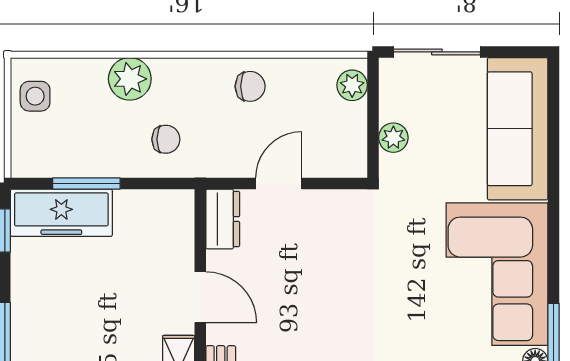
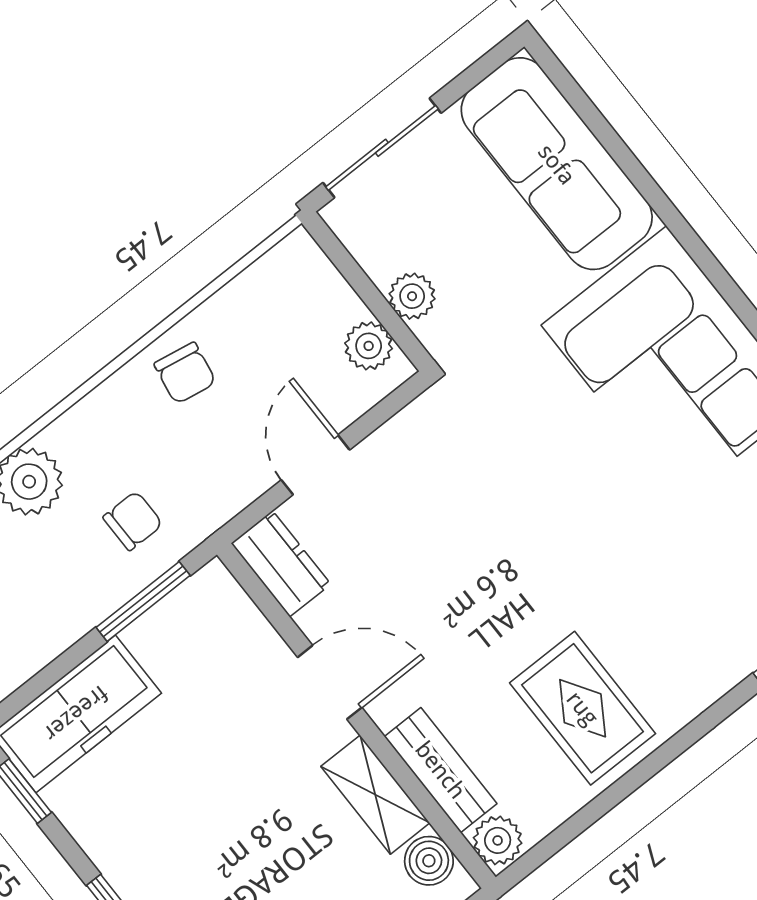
plant: (352, 85) -> (369, 346), moved
chair: (250, 86) -> (185, 373), turned 100
window: (86, 183) -> (143, 601), moved

